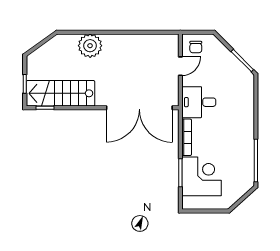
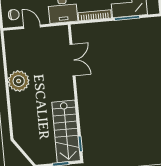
plant: (90, 46) -> (19, 81), moved
double door: (139, 108) -> (72, 60), width x0.54

